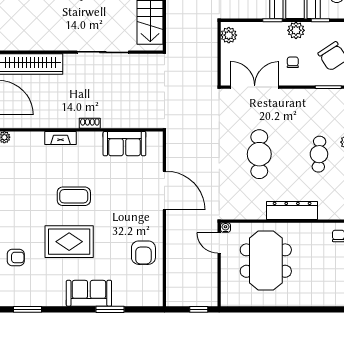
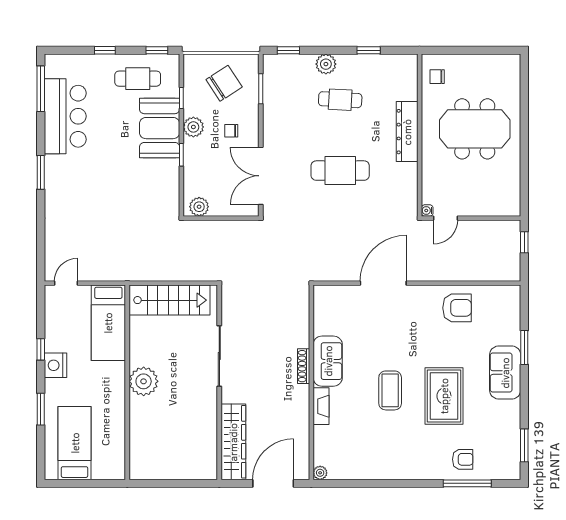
shoe rack: (90, 123) -> (304, 366), width x1.43
sofa: (124, 144) -> (328, 361), moved
armchair: (16, 257) -> (463, 459), turned 90
meeting table: (266, 261) -> (475, 129), moved

